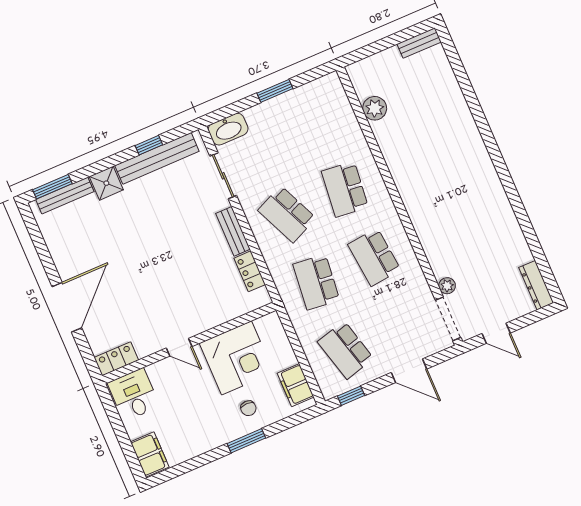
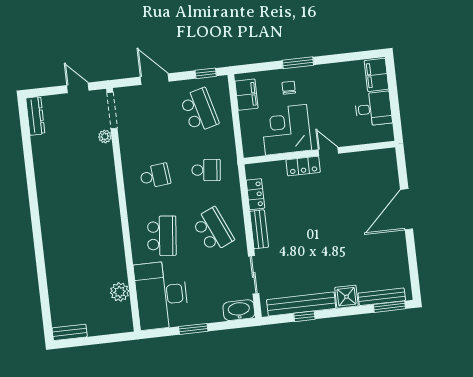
desk: (325, 119) -> (161, 295), added
school desk: (374, 257) -> (155, 176), width x0.54
school desk: (316, 282) -> (206, 170), width x0.54
locker: (116, 359) -> (303, 166), moved
desk: (134, 395) -> (373, 109), moved, turned -90

